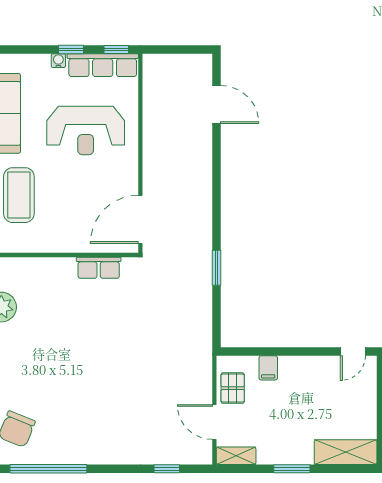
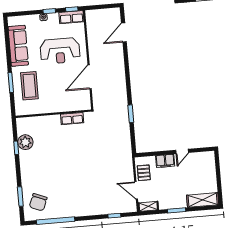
row of seats: (103, 65) -> (71, 17), width x0.68
door: (216, 104) -> (124, 32), swing flipped
door: (140, 219) -> (90, 77), moved
door: (353, 352) -> (182, 151), moved
filing cabinet: (268, 368) -> (165, 161), width x2.00

